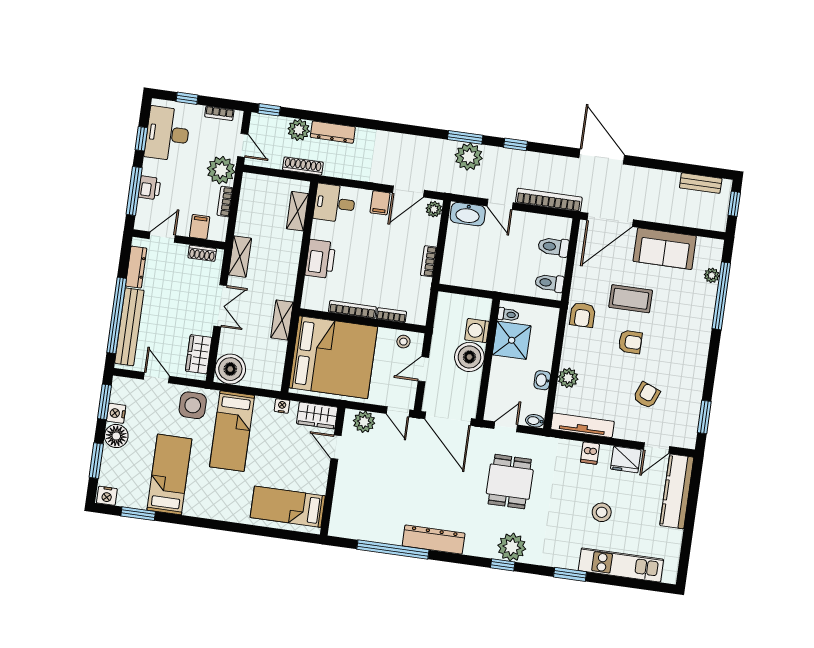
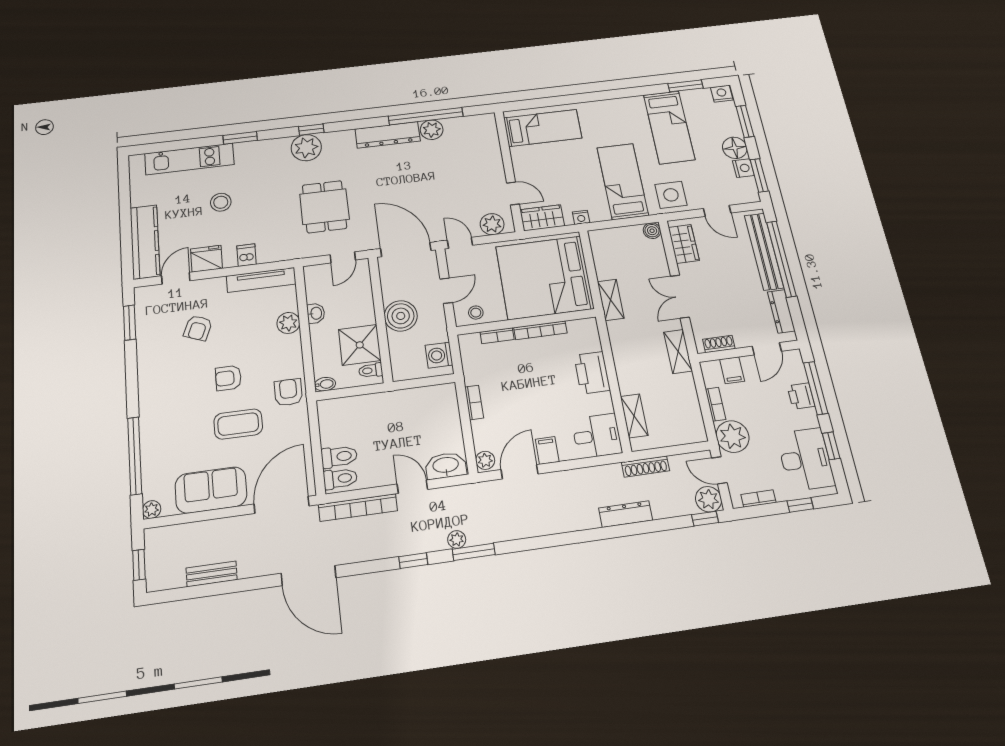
plant: (299, 130) -> (709, 499), moved
plant: (469, 157) -> (457, 539), width x0.53, depth x0.53
bench: (701, 183) -> (212, 574), moved
plant: (712, 275) -> (152, 510), moved
toilet: (549, 283) -> (340, 479), moved
washing machine: (477, 331) -> (439, 355), moved, turned 180
boiler: (230, 369) -> (652, 231), width x0.54, depth x0.54
bidet: (535, 421) -> (325, 384), moved
plant: (391, 534) -> (432, 130), added

